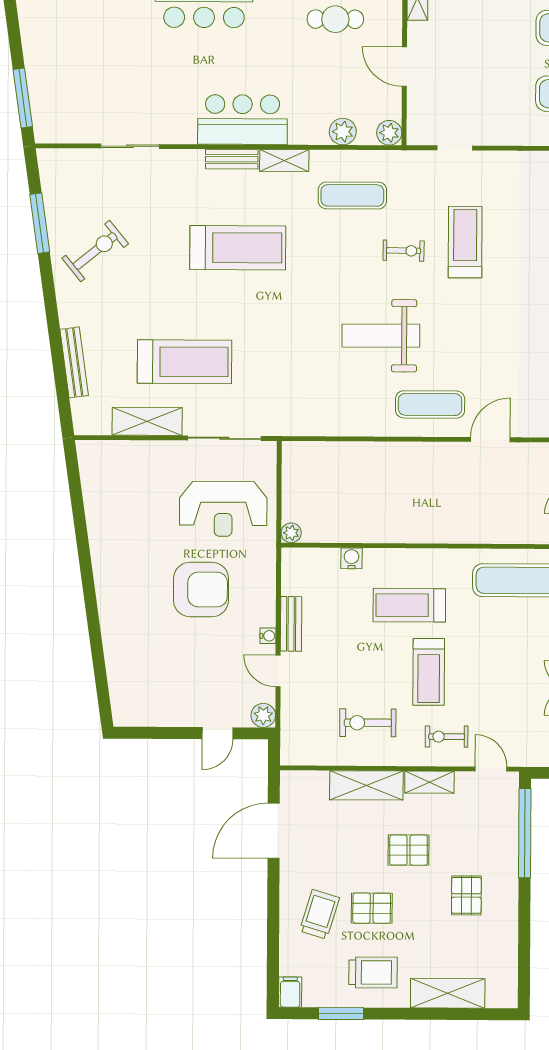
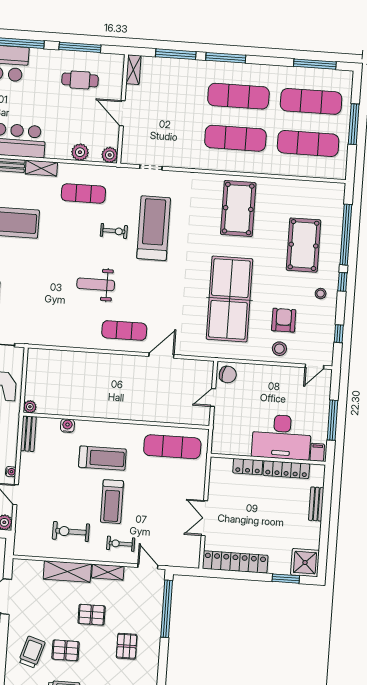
treadmill: (465, 242) -> (154, 228), width x1.37, depth x1.38
weight bench: (381, 336) -> (96, 284), width x0.73, depth x0.75
treadmill: (409, 605) -> (102, 458), turned 180
bench: (291, 624) -> (28, 434), moved

